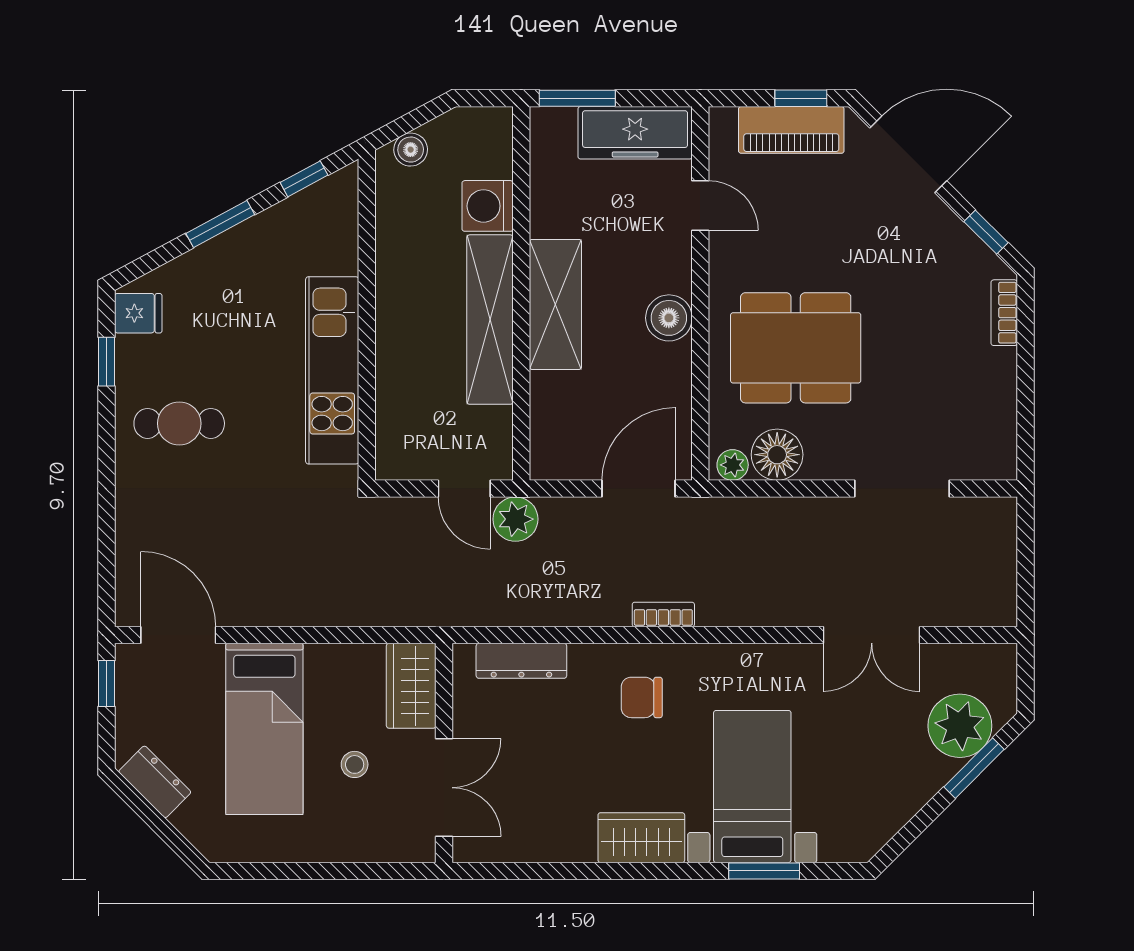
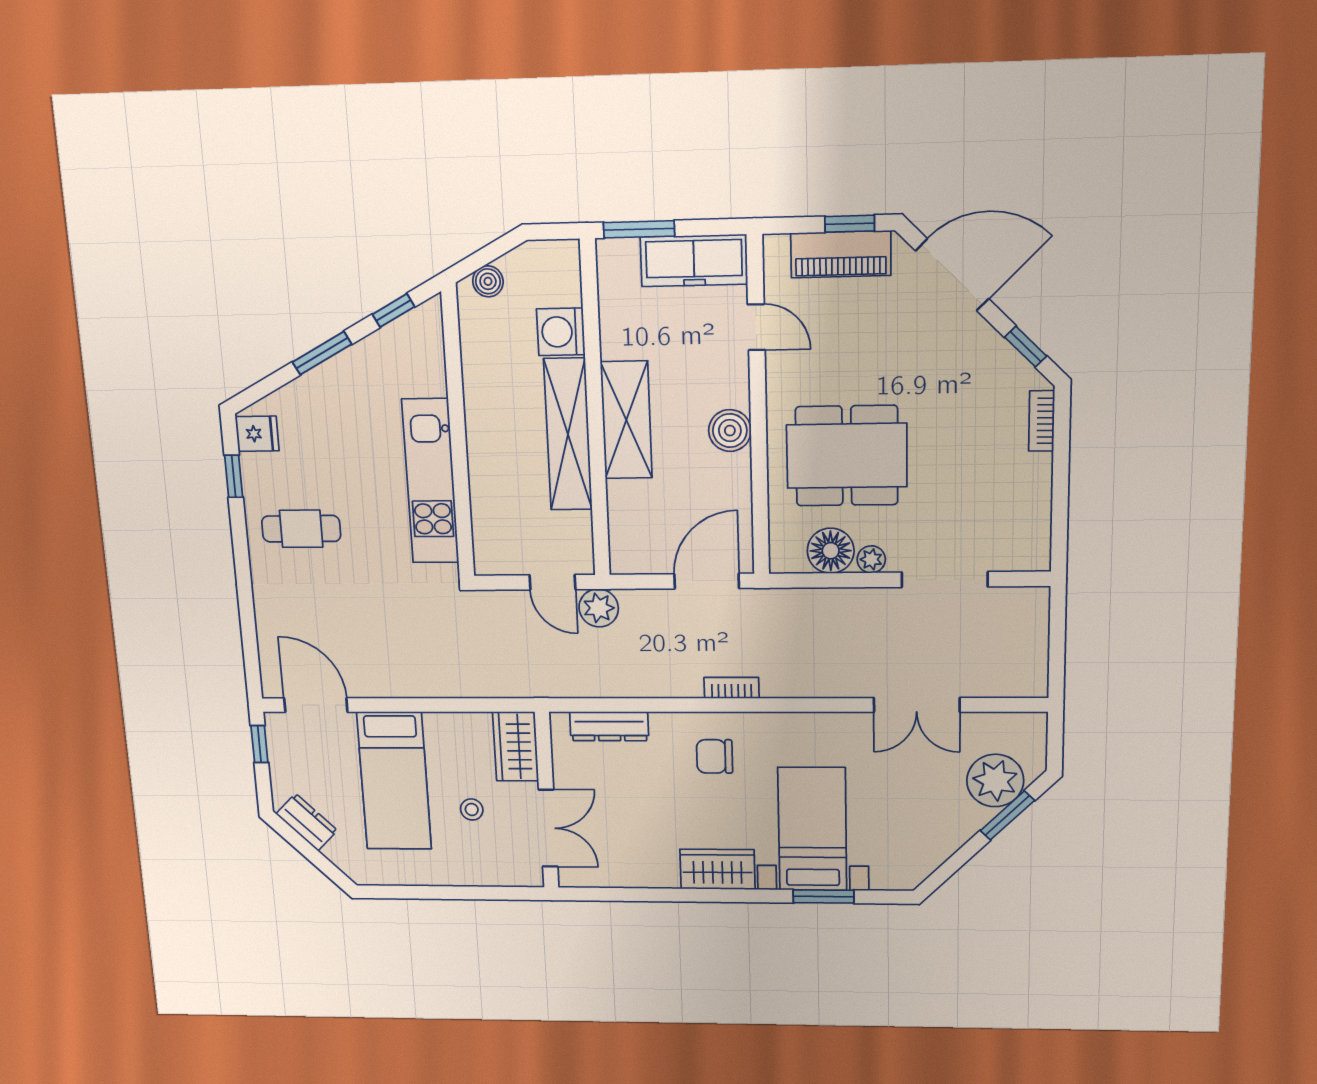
plant: (733, 465) -> (871, 559), moved

